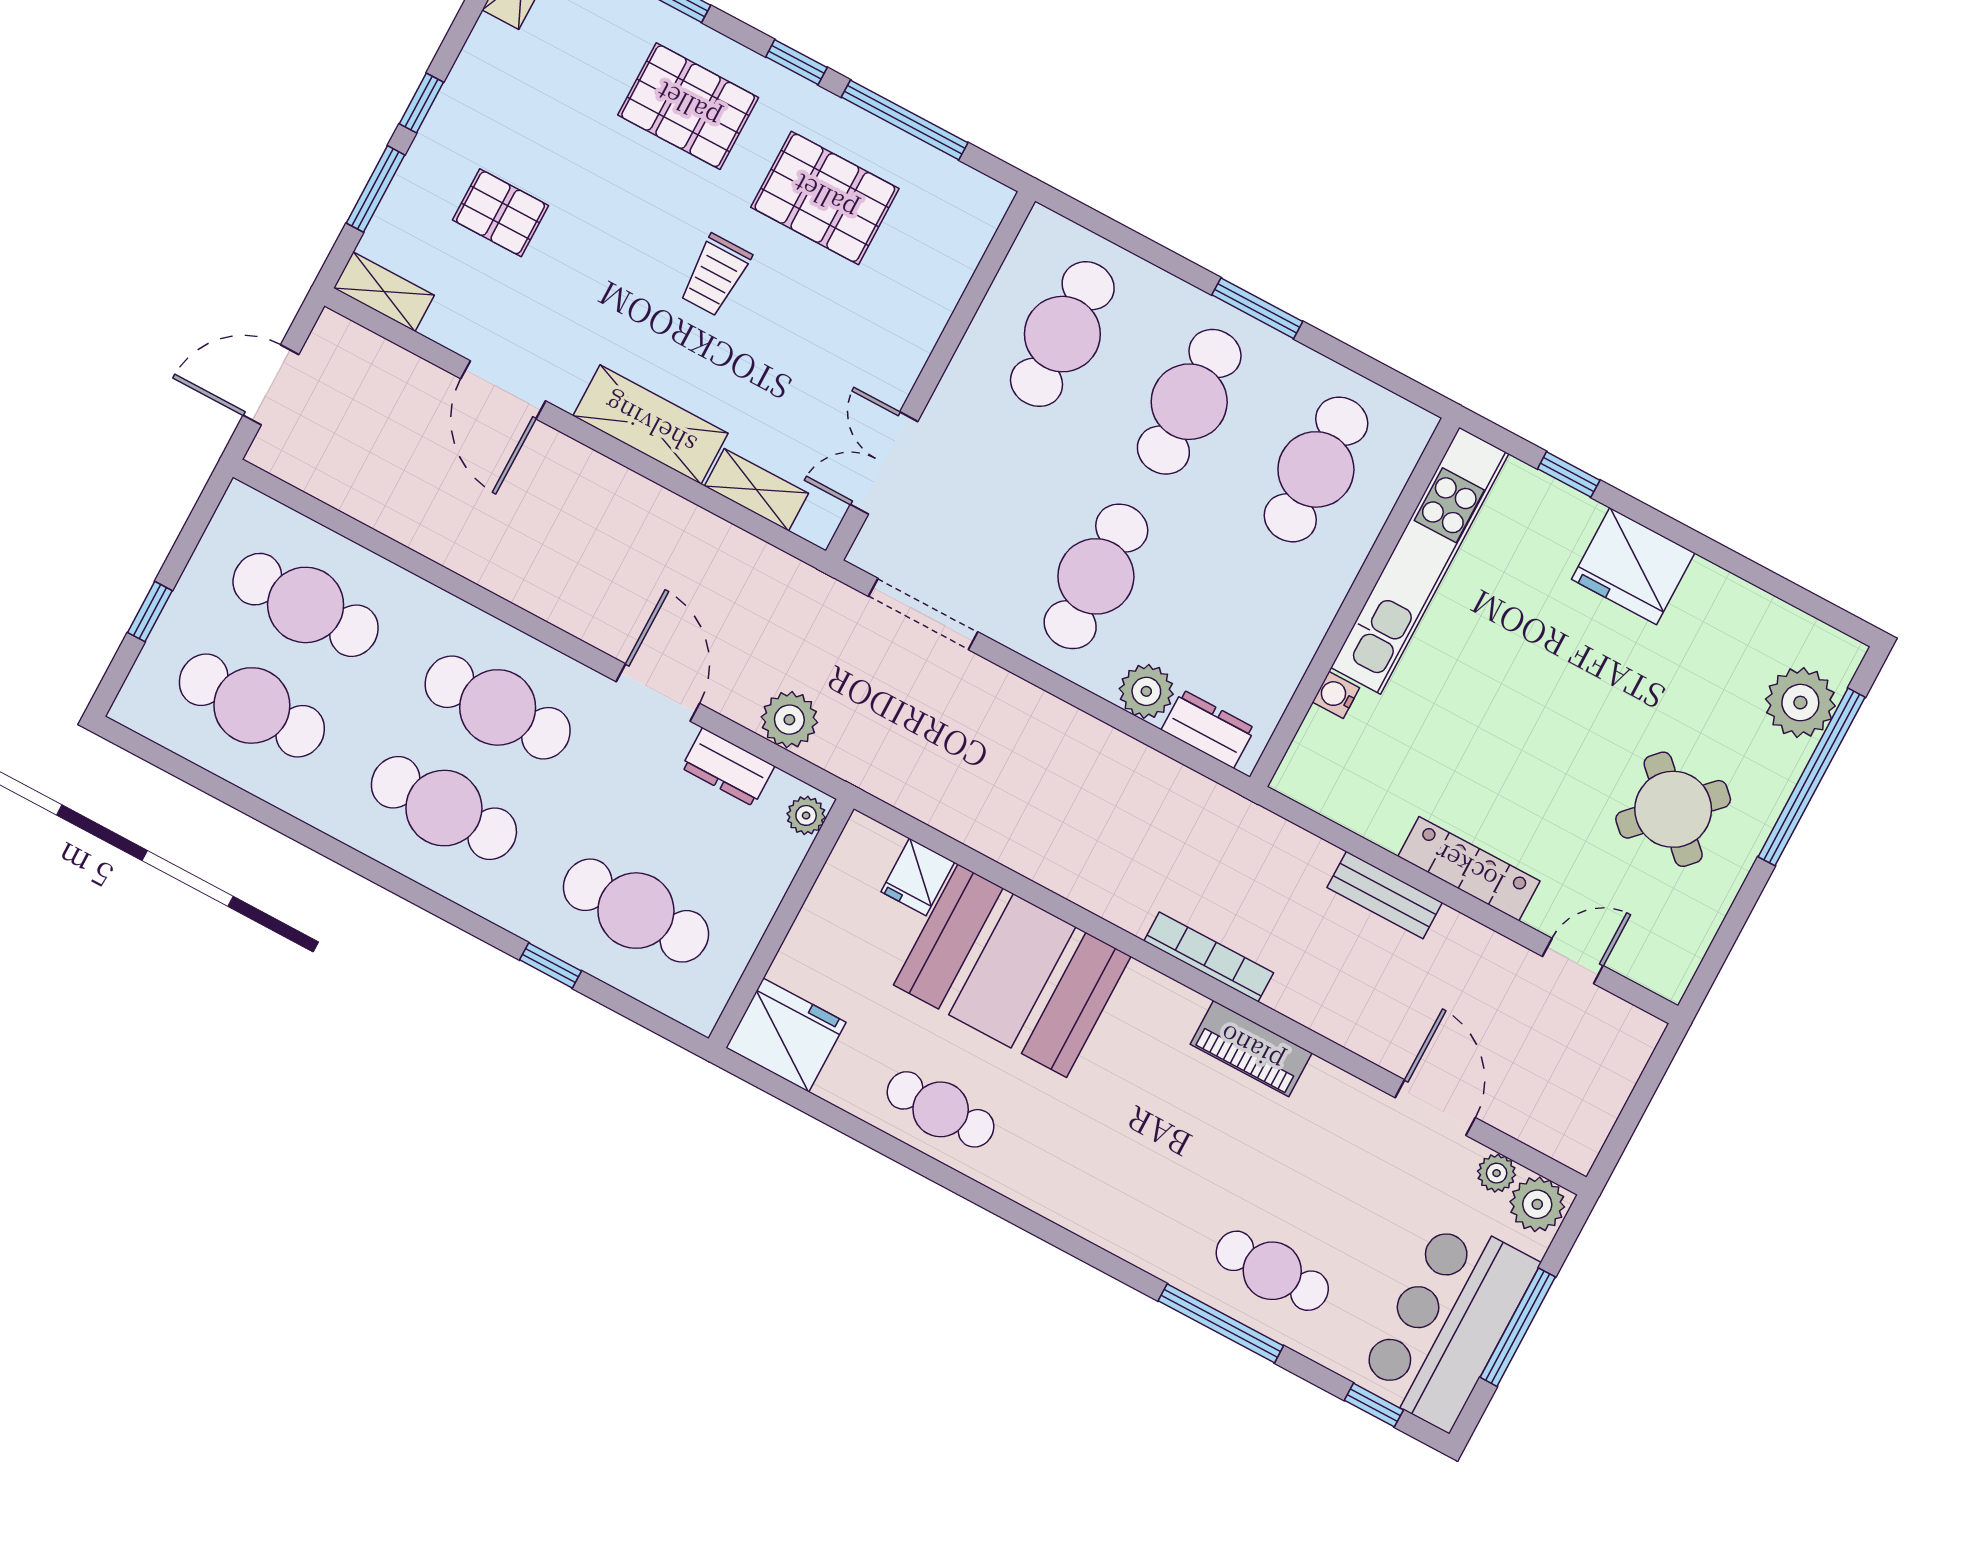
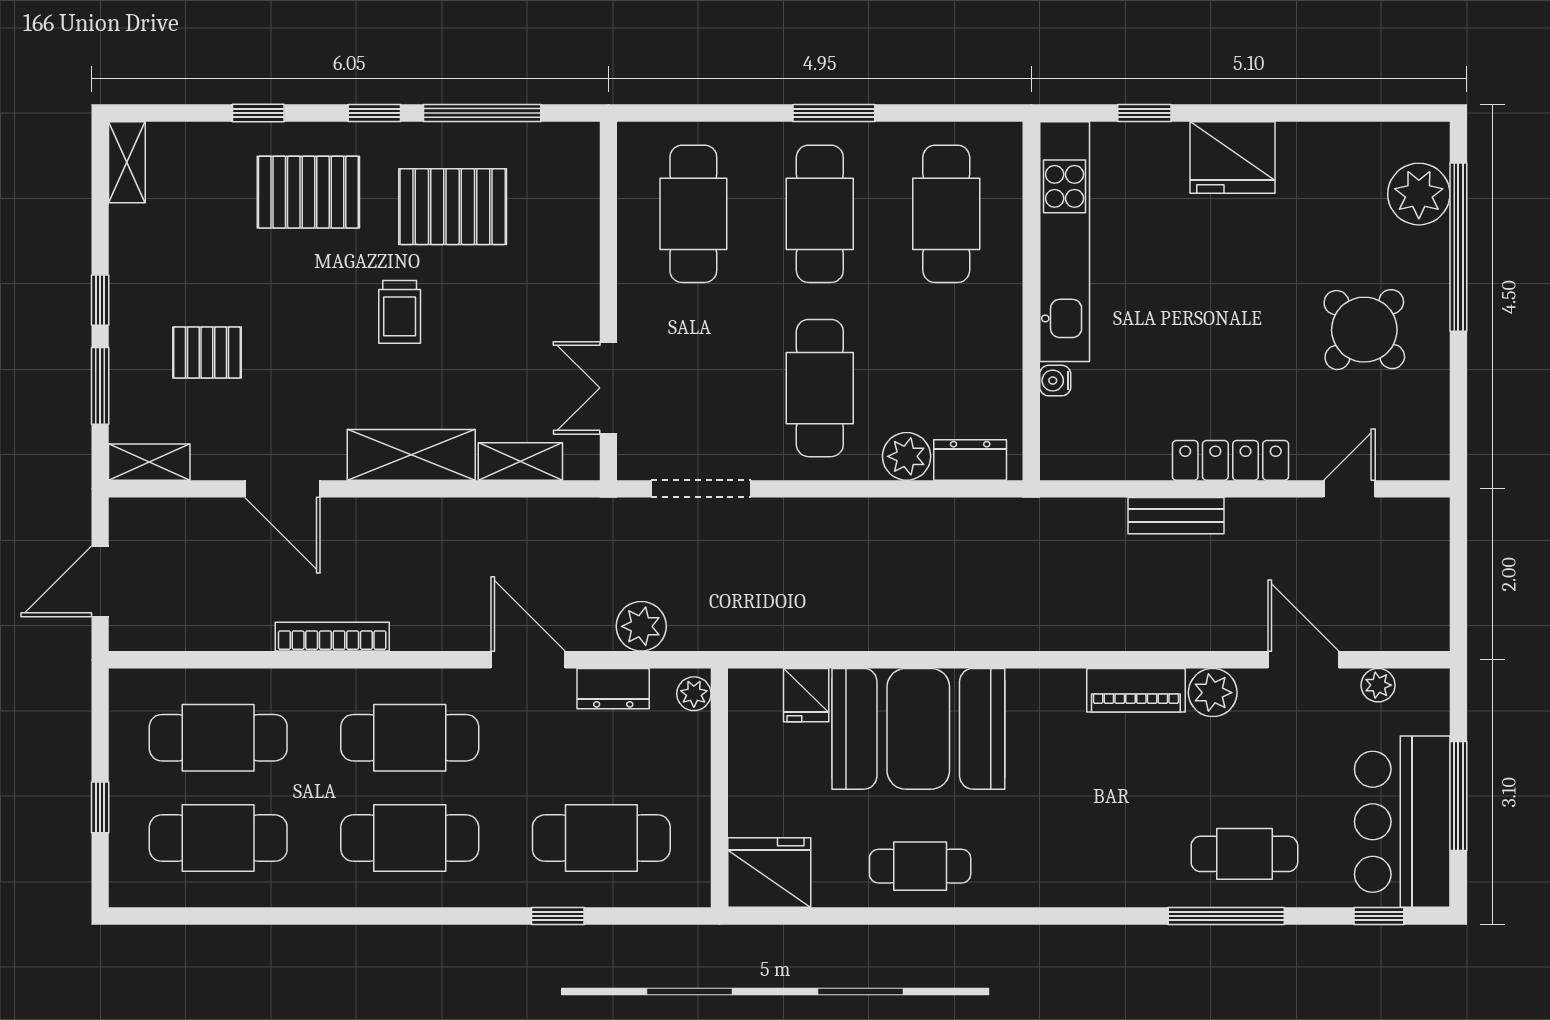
bookcase: (1209, 957) -> (332, 637), moved
plant: (1537, 1204) -> (1213, 693), moved

